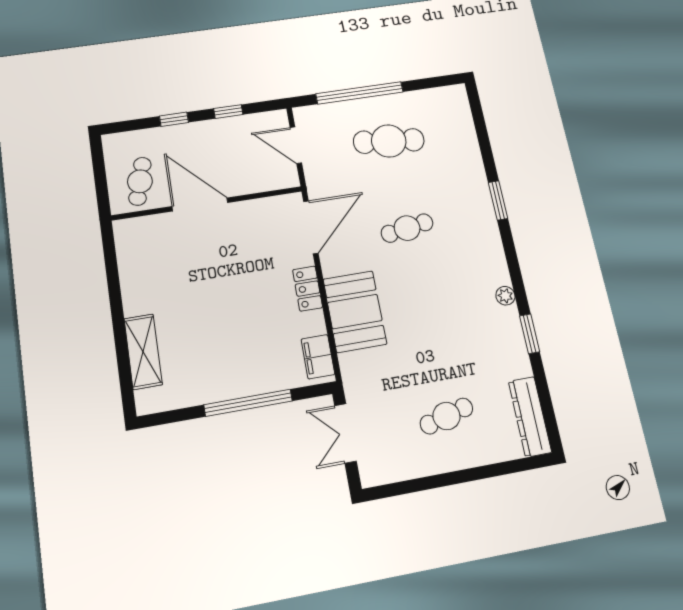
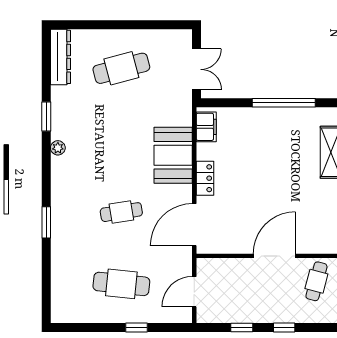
window: (360, 93) -> (136, 327), width x0.32
door: (296, 145) -> (194, 292), swing flipped
door: (200, 204) -> (274, 256), swing flipped
window: (248, 403) -> (284, 103), moved
cafe table: (446, 416) -> (121, 68), width x1.37, depth x1.35

